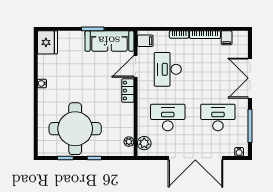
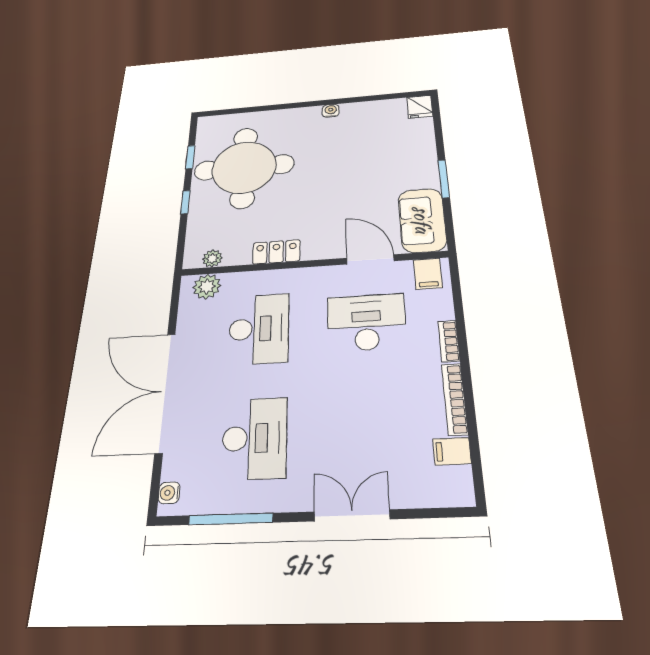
sofa: (109, 41) -> (422, 220), width x0.73
fridge: (47, 42) -> (420, 107), width x0.53, depth x0.75
double door: (250, 78) -> (352, 515), width x0.73
locker: (128, 91) -> (276, 252), moved

